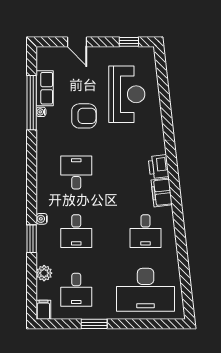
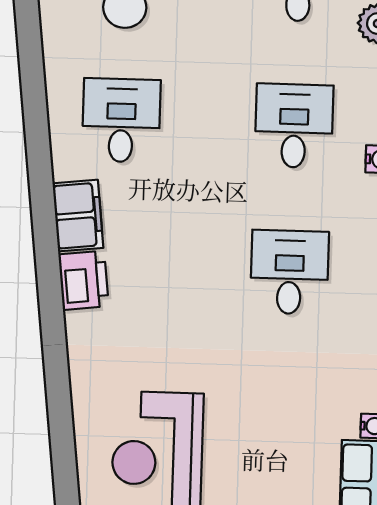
armchair: (84, 116) -> (265, 413), removed
desk: (76, 172) -> (289, 272), turned 180

